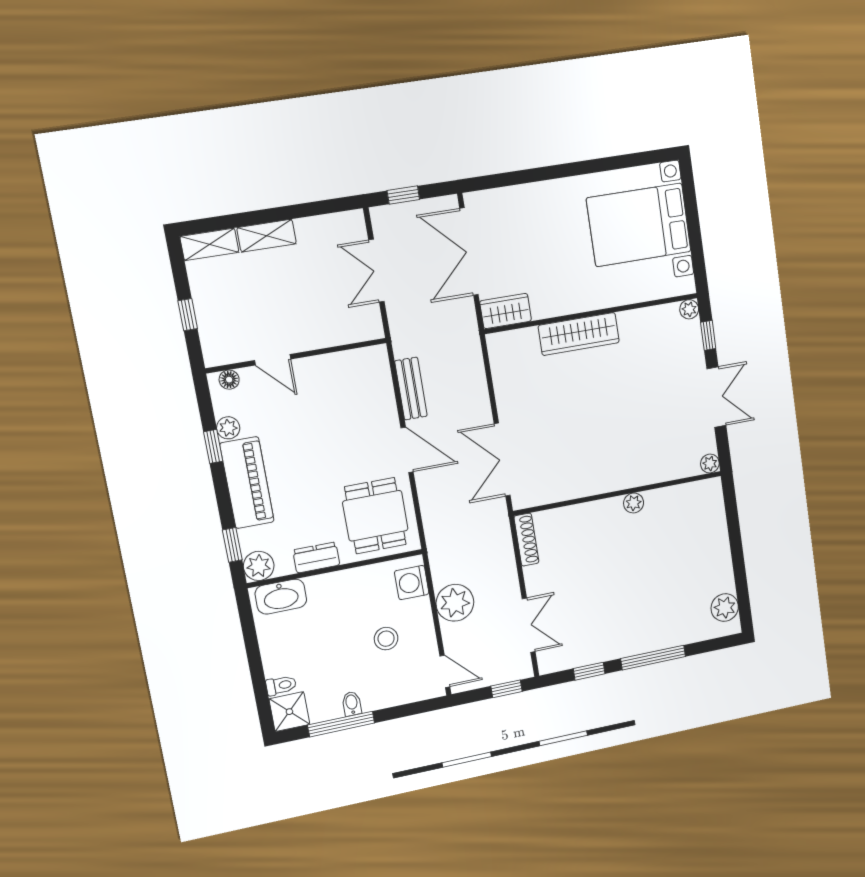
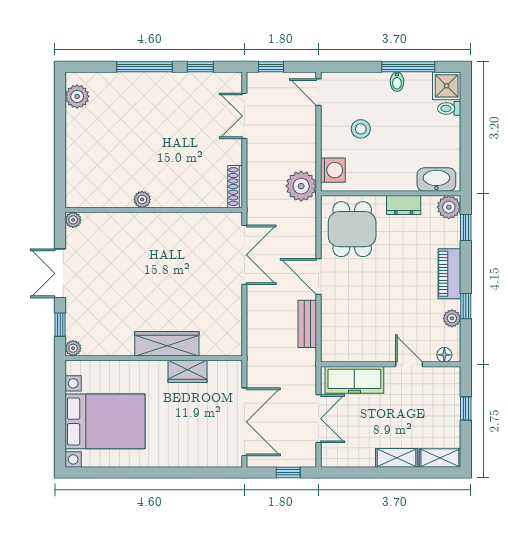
wardrobe: (506, 311) -> (187, 371), moved
freezer: (339, 328) -> (354, 380), added
piano: (247, 483) -> (449, 274), width x0.73, depth x0.75
plant: (455, 603) -> (301, 186), moved

